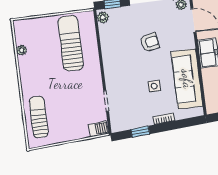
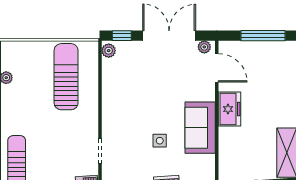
armchair: (150, 42) -> (161, 87), removed
sofa: (187, 79) -> (200, 128), width x0.73

